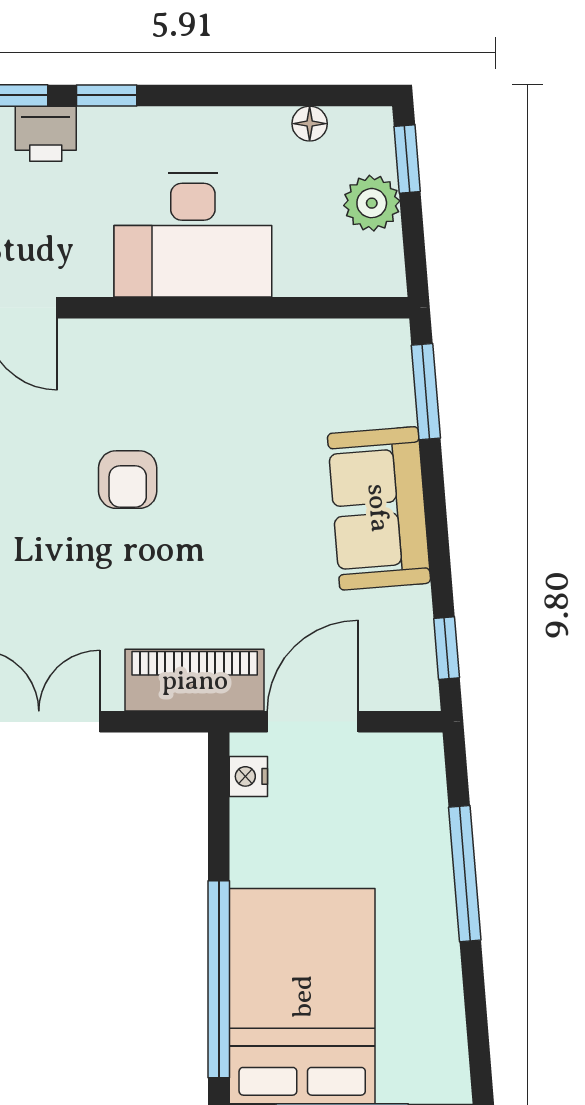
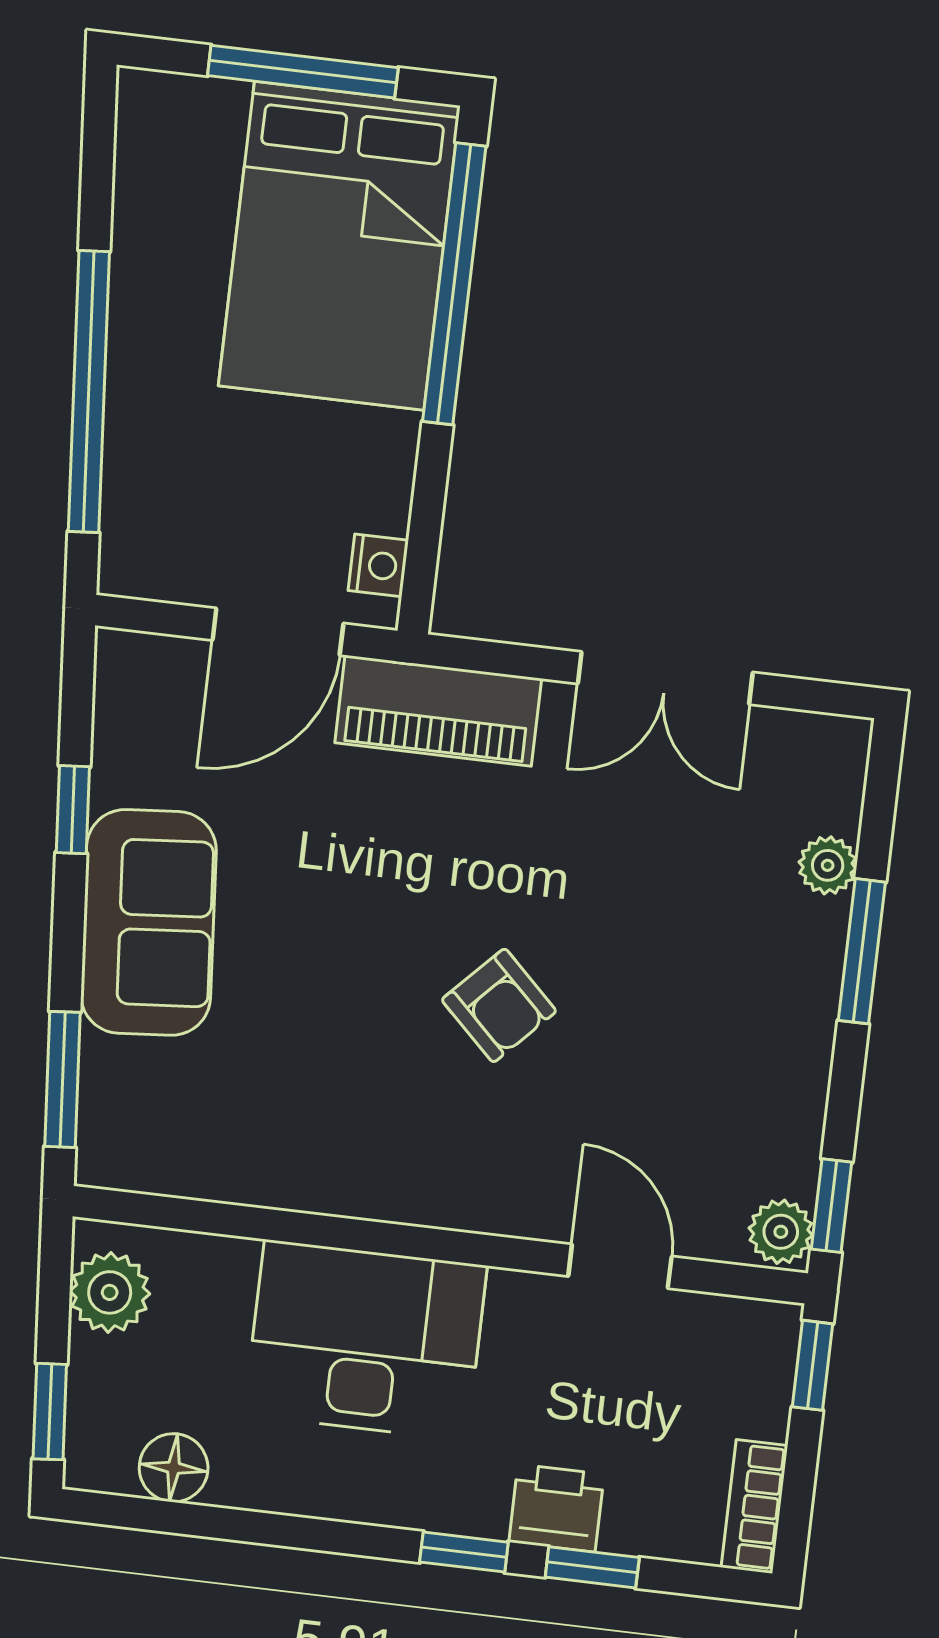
floor lamp: (310, 124) -> (174, 1468), width x1.37, depth x1.37
plant: (372, 203) -> (110, 1292), moved
armchair: (128, 480) -> (499, 1005), turned 134
window: (447, 648) -> (73, 810), moved
window: (465, 874) -> (89, 392), width x1.46

